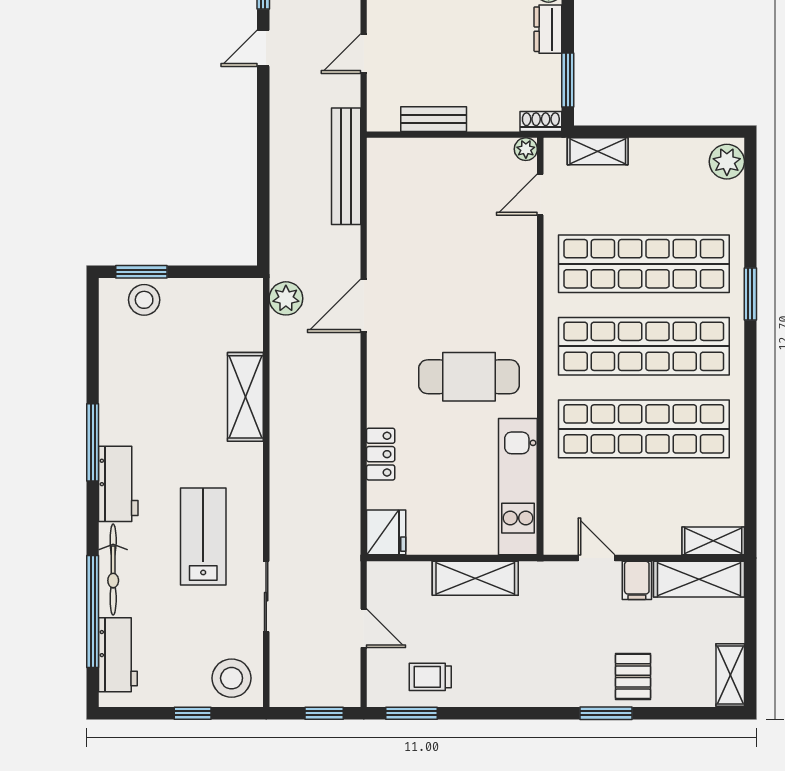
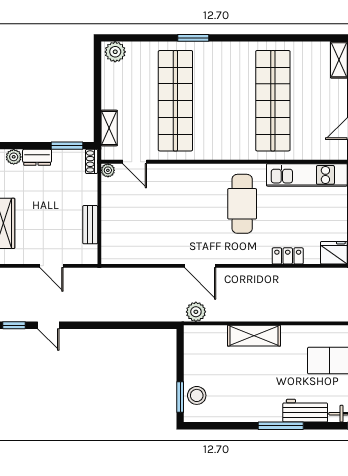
bench: (346, 166) -> (118, 276), removed
shop shelf: (644, 346) -> (224, 101), removed

